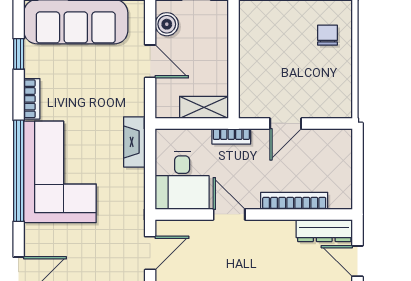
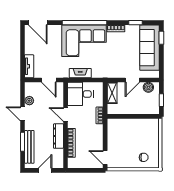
shelving: (204, 107) -> (112, 93), moved
door: (286, 123) -> (105, 158), moved
fireplace: (134, 142) -> (80, 73), moved
door: (229, 214) -> (65, 114), swing flipped
dresser: (324, 231) -> (58, 136), moved

